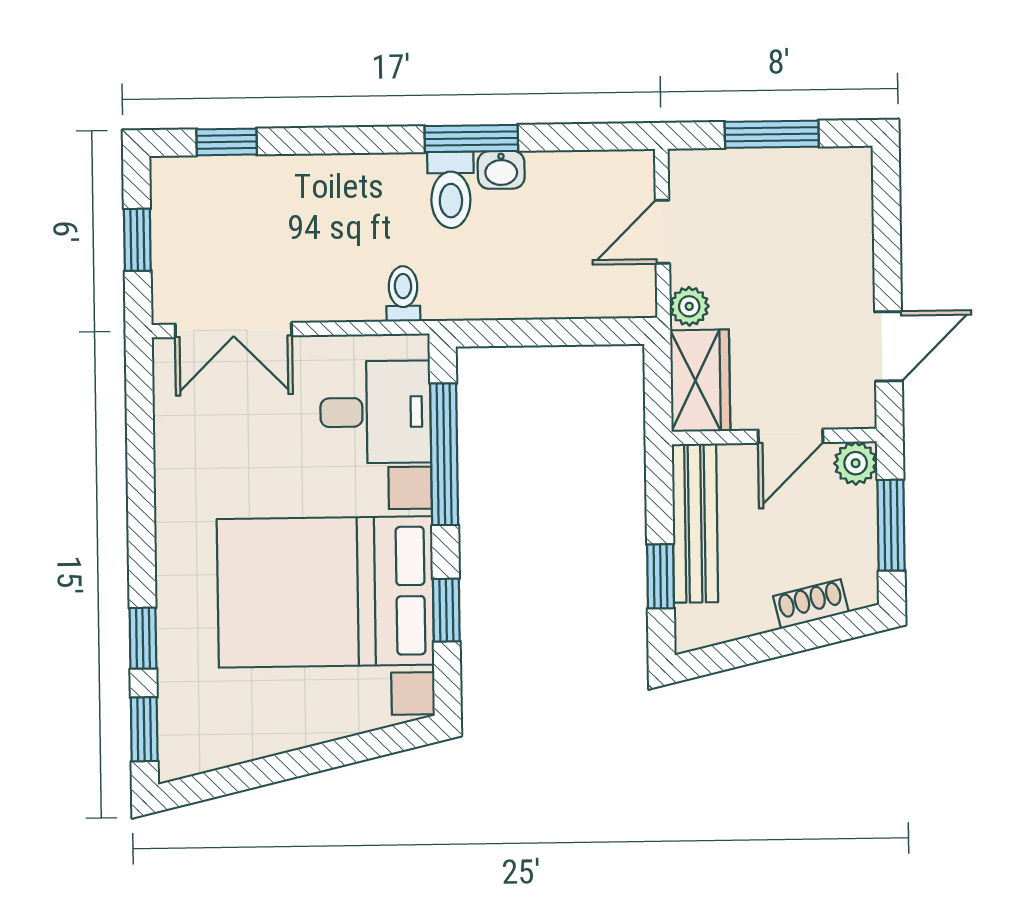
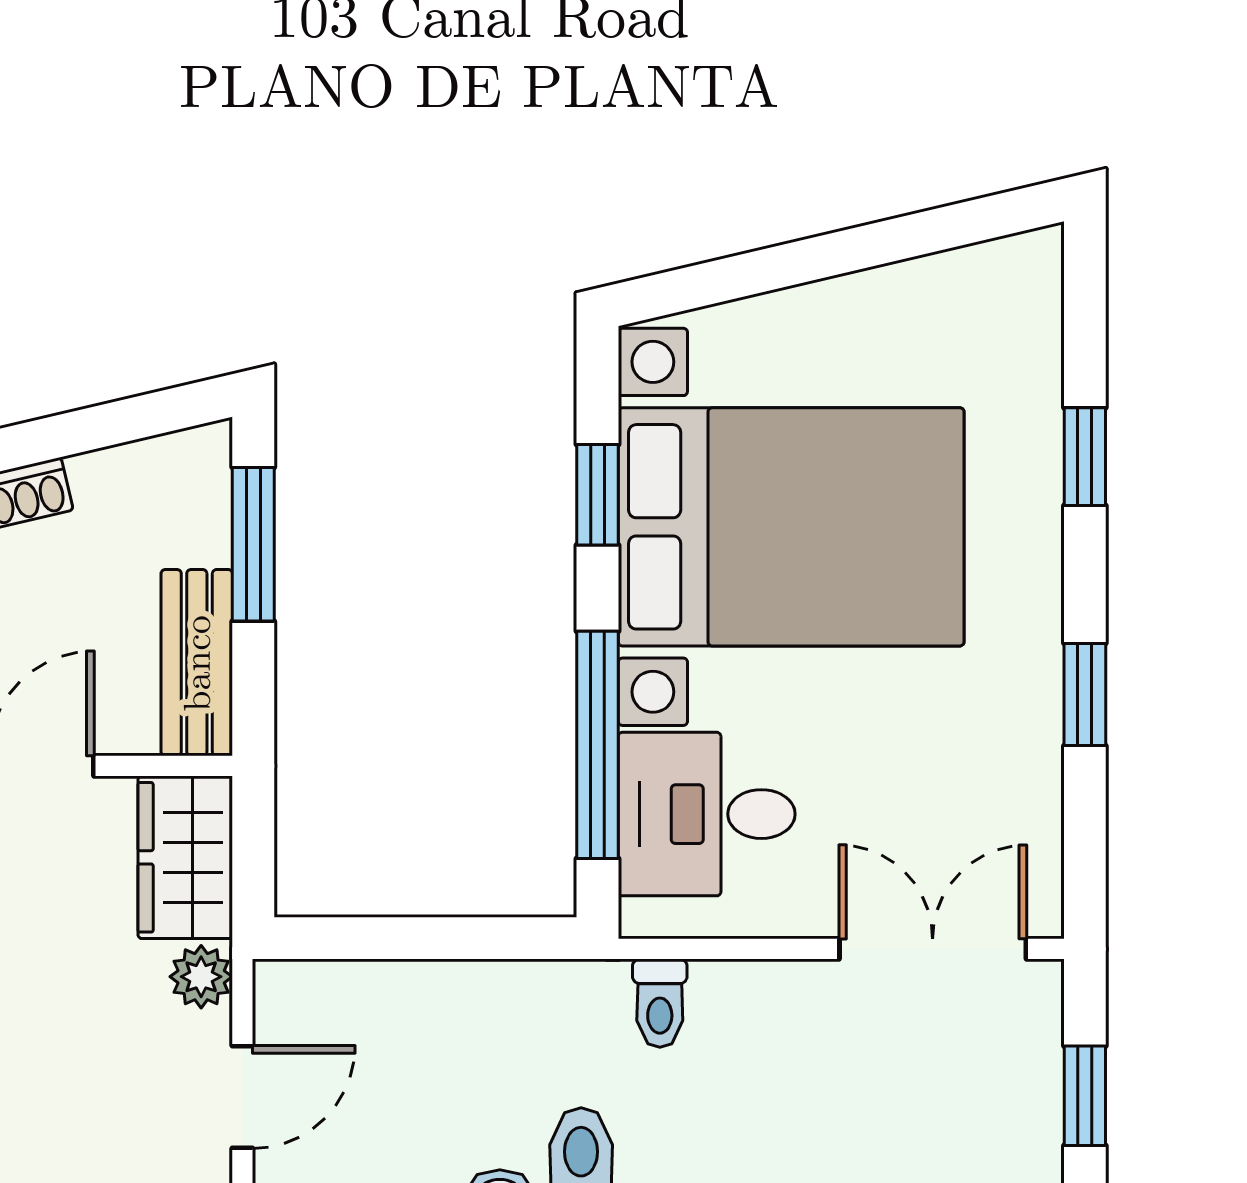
bench: (695, 523) -> (197, 663), width x0.73
window: (661, 576) -> (253, 544), width x1.50
window: (144, 729) -> (1085, 695), moved

